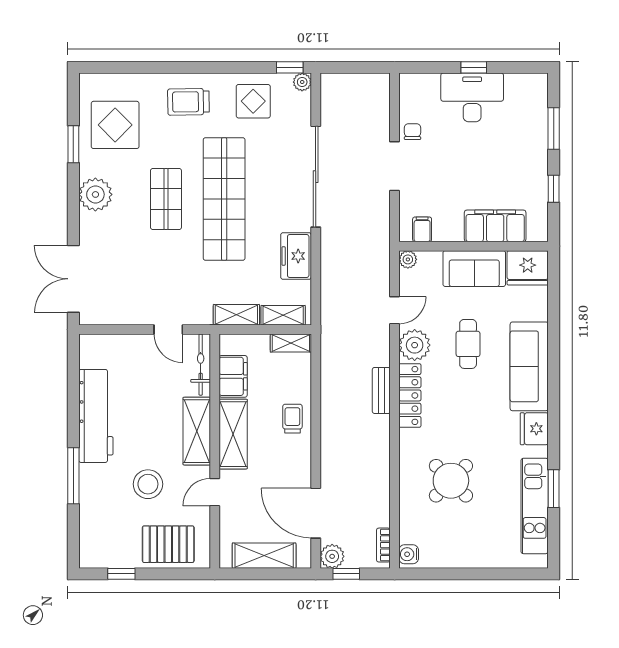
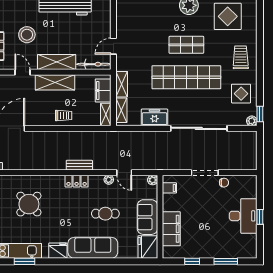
plant: (415, 345) -> (109, 180), width x0.53, depth x0.53
filing cabinet: (233, 376) -> (103, 90), moved, turned 90
locker: (410, 395) -> (77, 181), width x0.66

